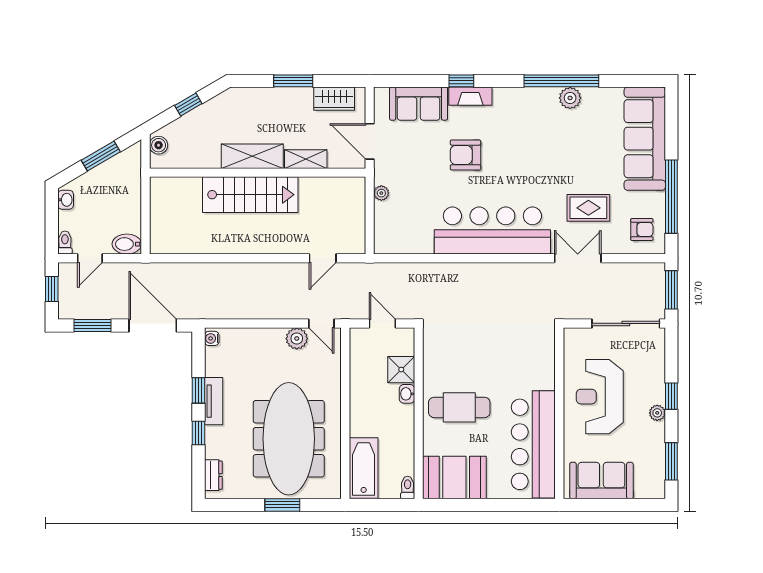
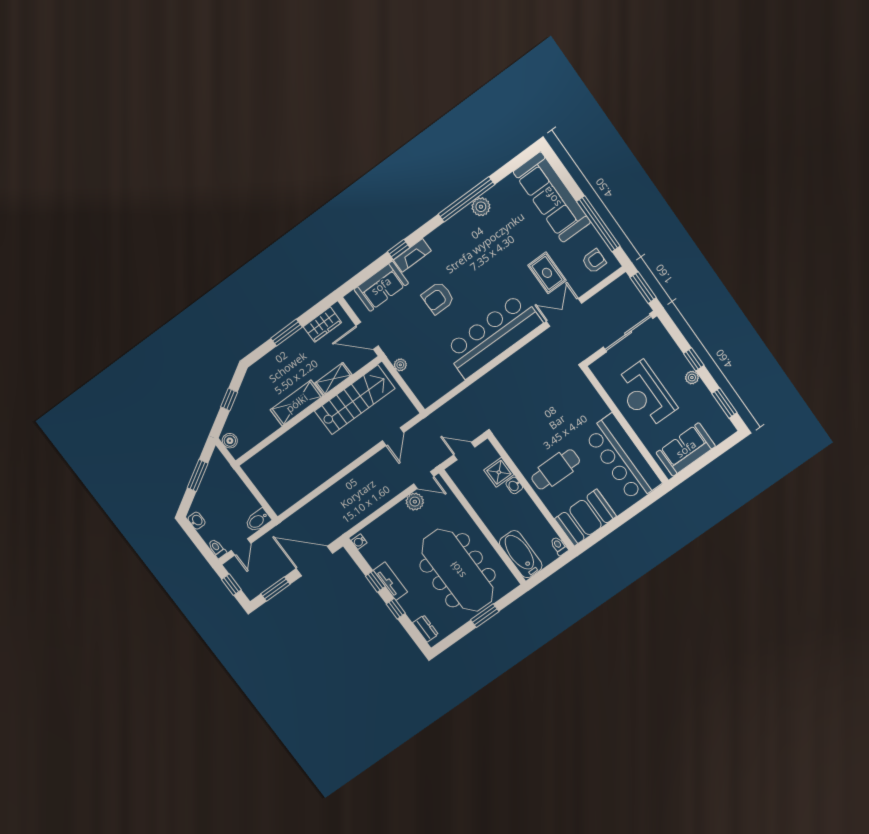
stairs: (250, 195) -> (355, 400), moved
rug: (588, 208) -> (547, 273), turned 90

